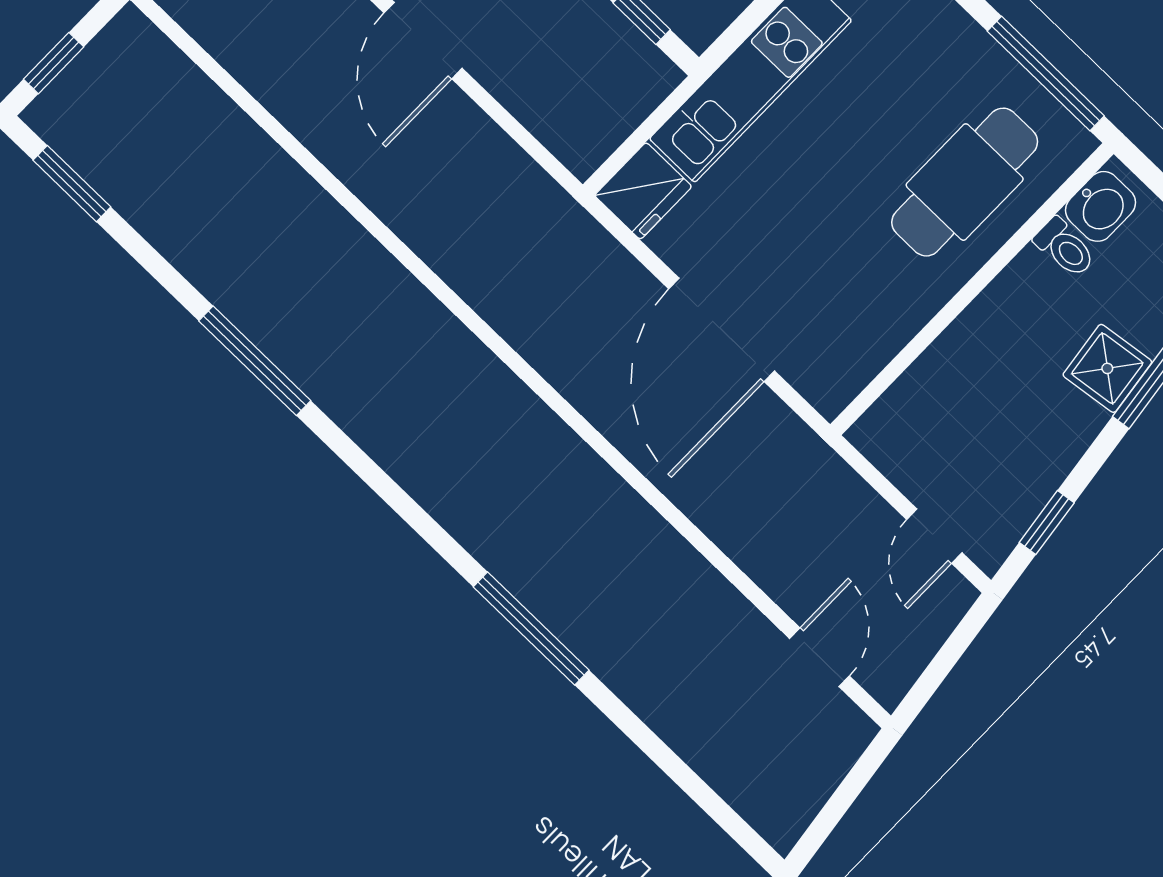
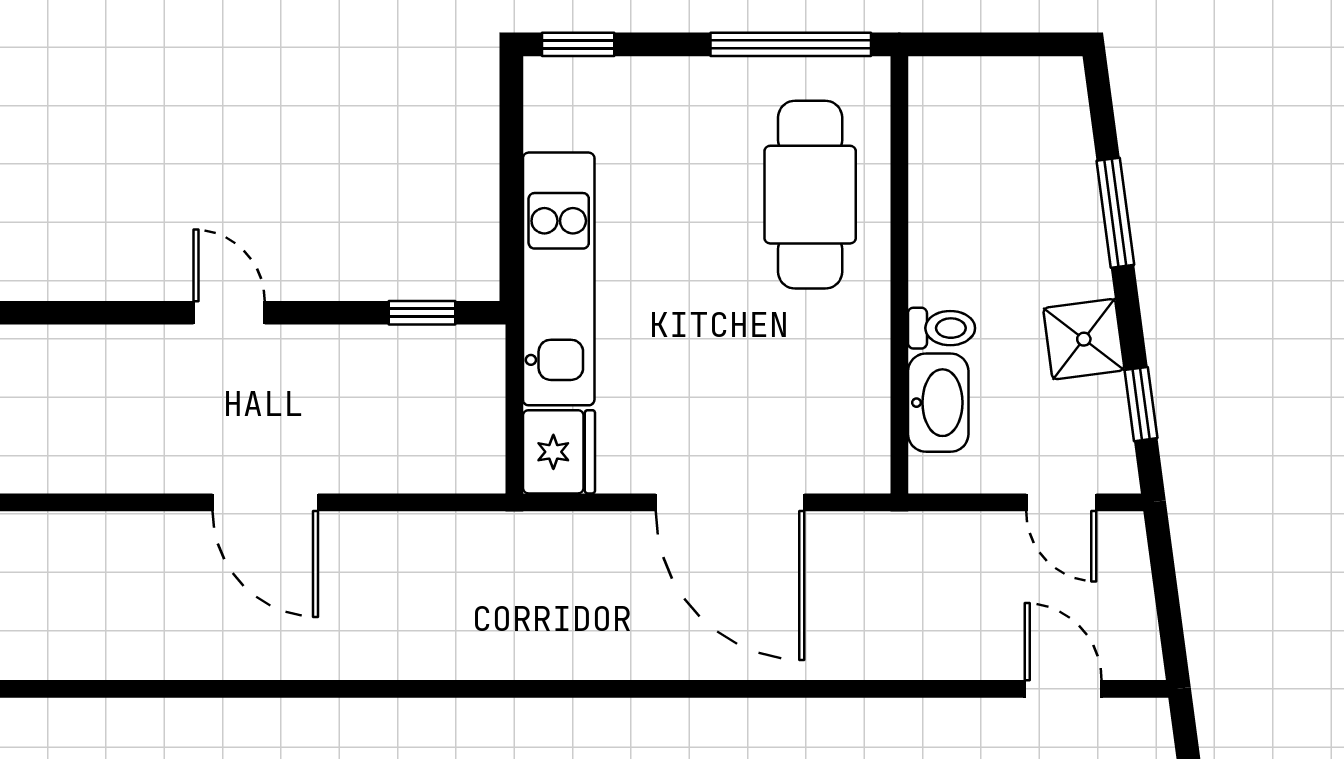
washbasin: (1101, 206) -> (938, 403), moved, width x1.38
toilet: (1065, 248) -> (942, 328), moved
shower: (1107, 368) -> (1084, 339), moved

